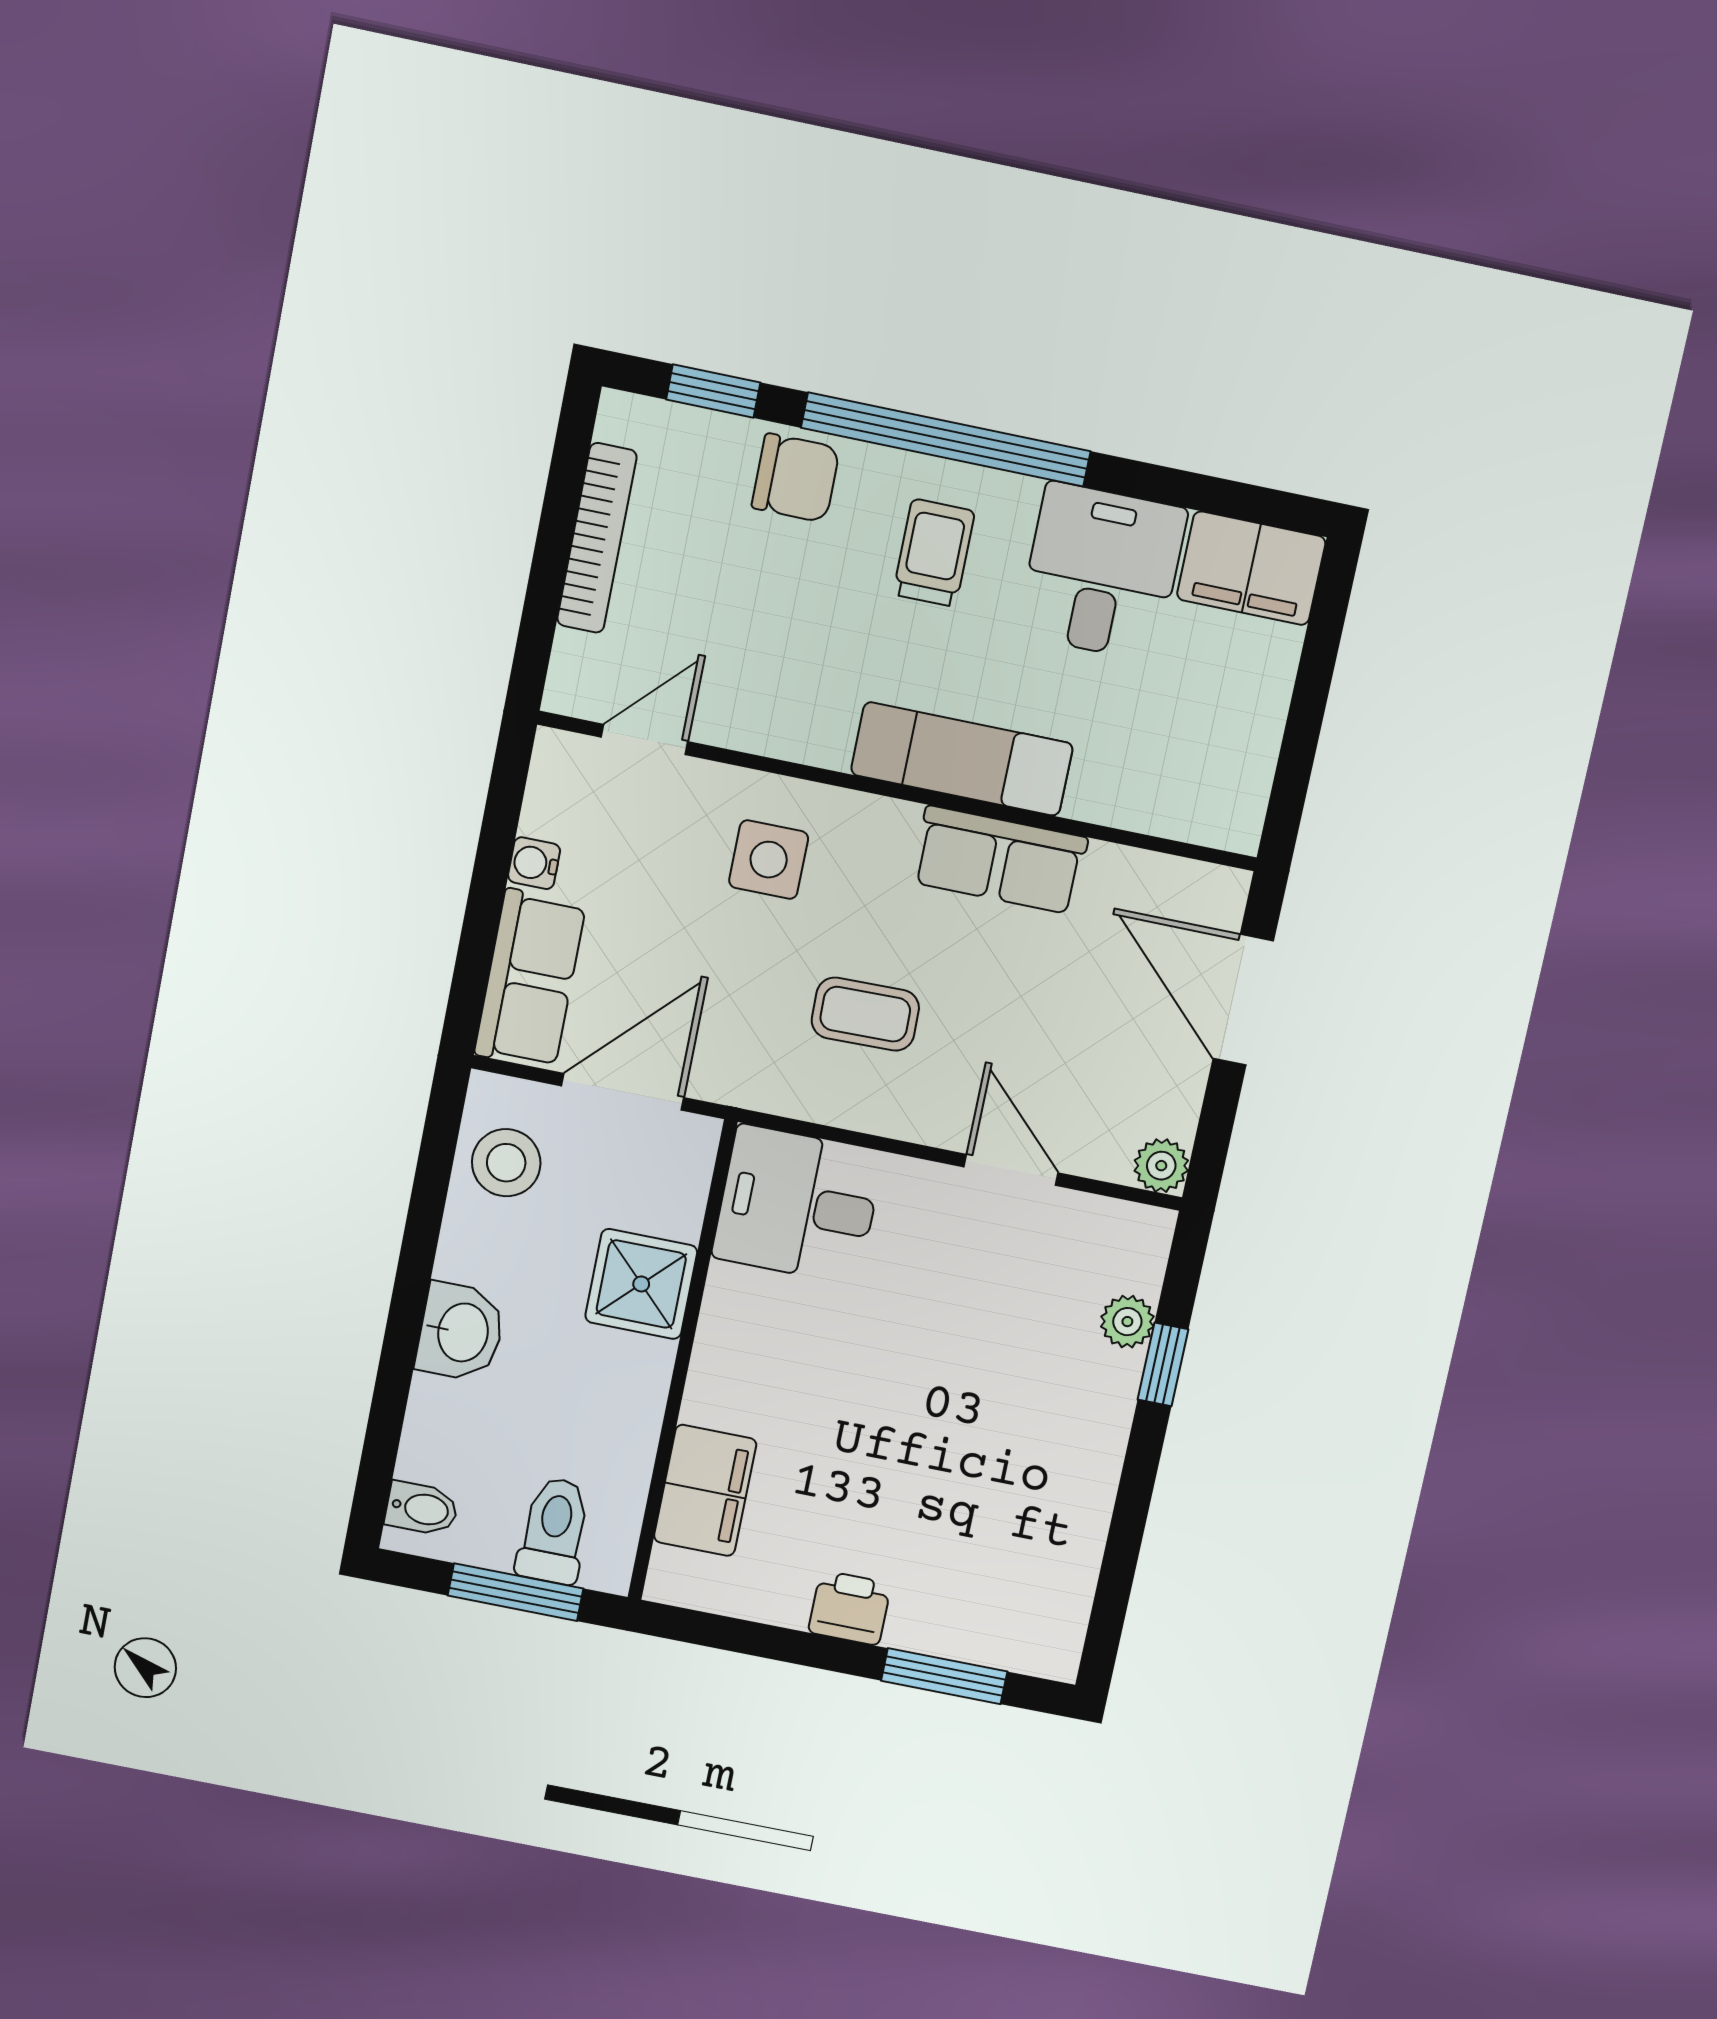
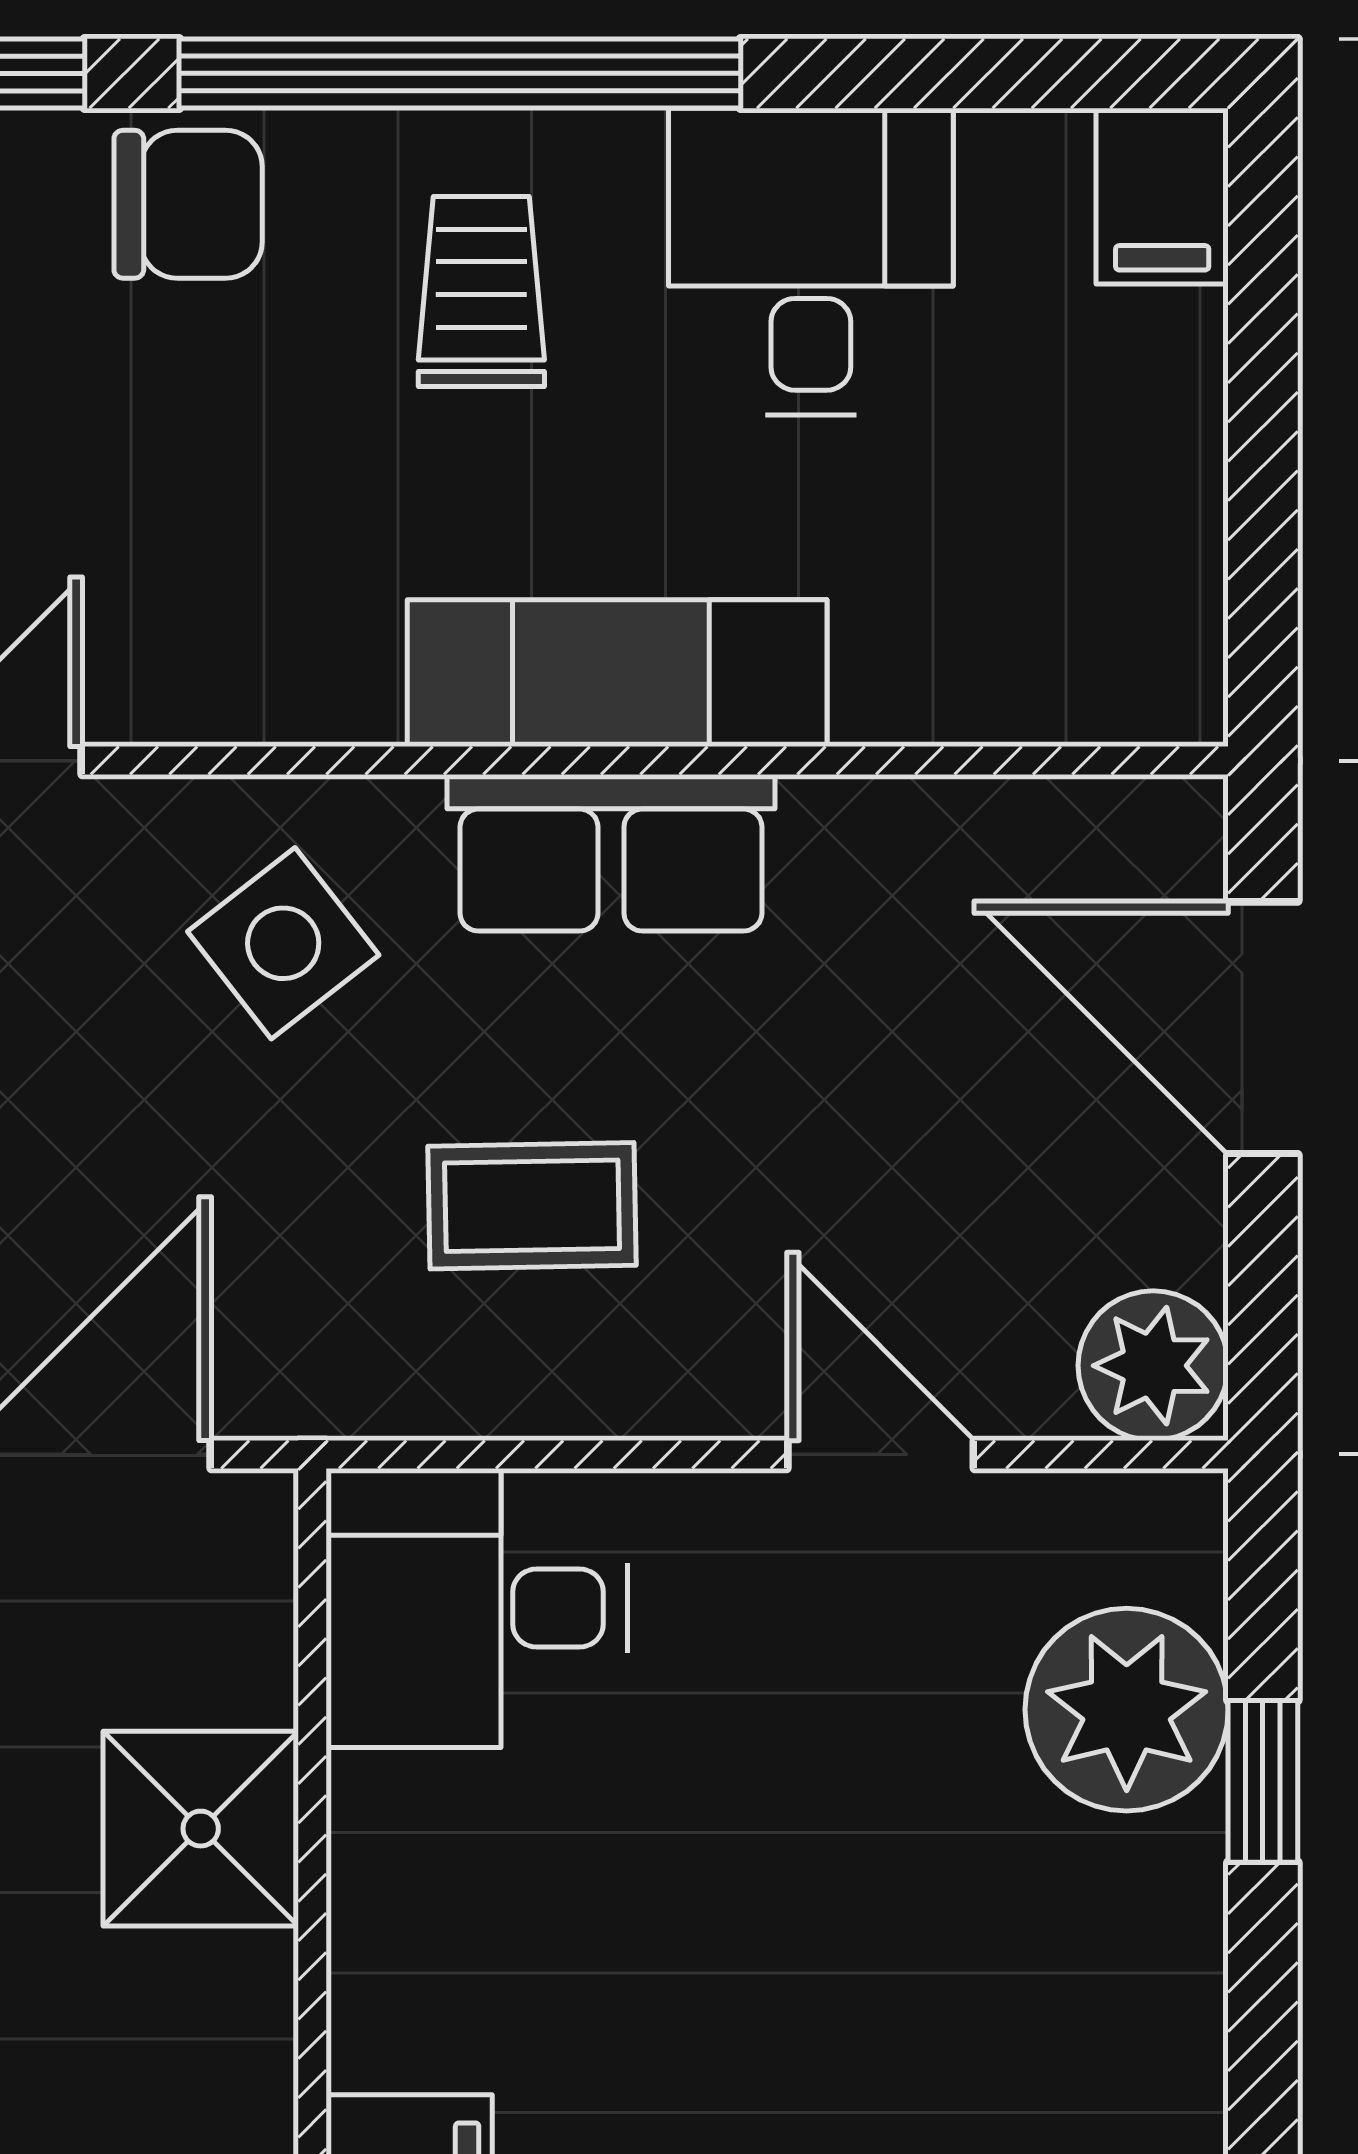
filing cabinet: (1251, 568) -> (1162, 196), width x0.50
side table: (769, 860) -> (283, 943), turned -38
row of seats: (1000, 860) -> (611, 853), moved
plant: (1161, 1166) -> (1153, 1366), width x1.38, depth x1.38
plant: (1127, 1322) -> (1127, 1710), width x1.88, depth x1.88

